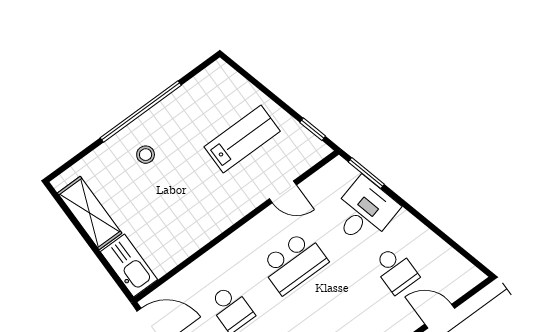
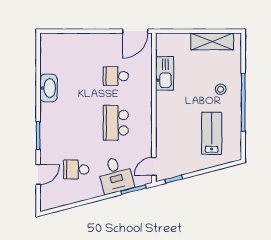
lab bench: (242, 139) -> (212, 133), moved, turned 180
door: (283, 192) -> (154, 166), moved
kitchen sink: (129, 266) -> (165, 73), moved, turned -90

